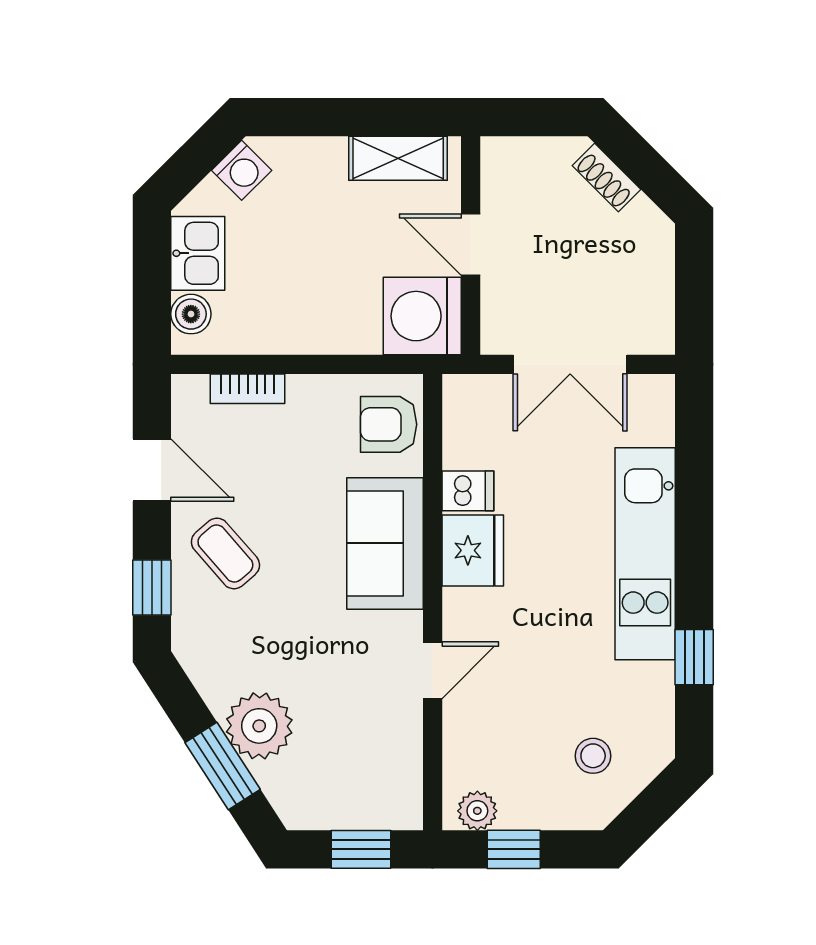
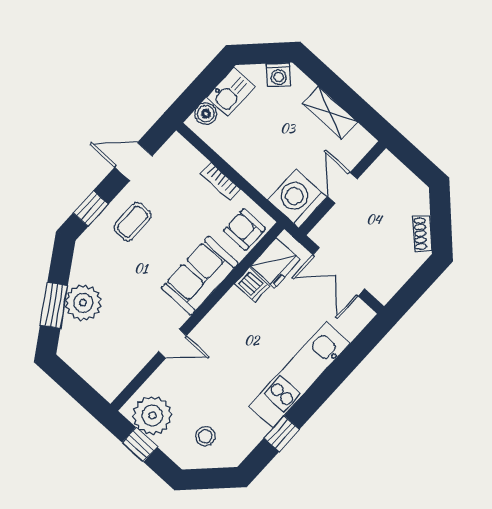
shelving: (398, 158) -> (330, 113), moved
shoe rack: (607, 178) -> (422, 234), moved
bookcase: (248, 389) -> (220, 181), moved
door: (152, 470) -> (134, 162), swing flipped
fridge: (473, 550) -> (276, 263), moved
coffee table: (225, 553) -> (132, 222), turned 41
plant: (477, 811) -> (152, 415), width x1.87, depth x1.87
window: (361, 849) -> (79, 389), removed

